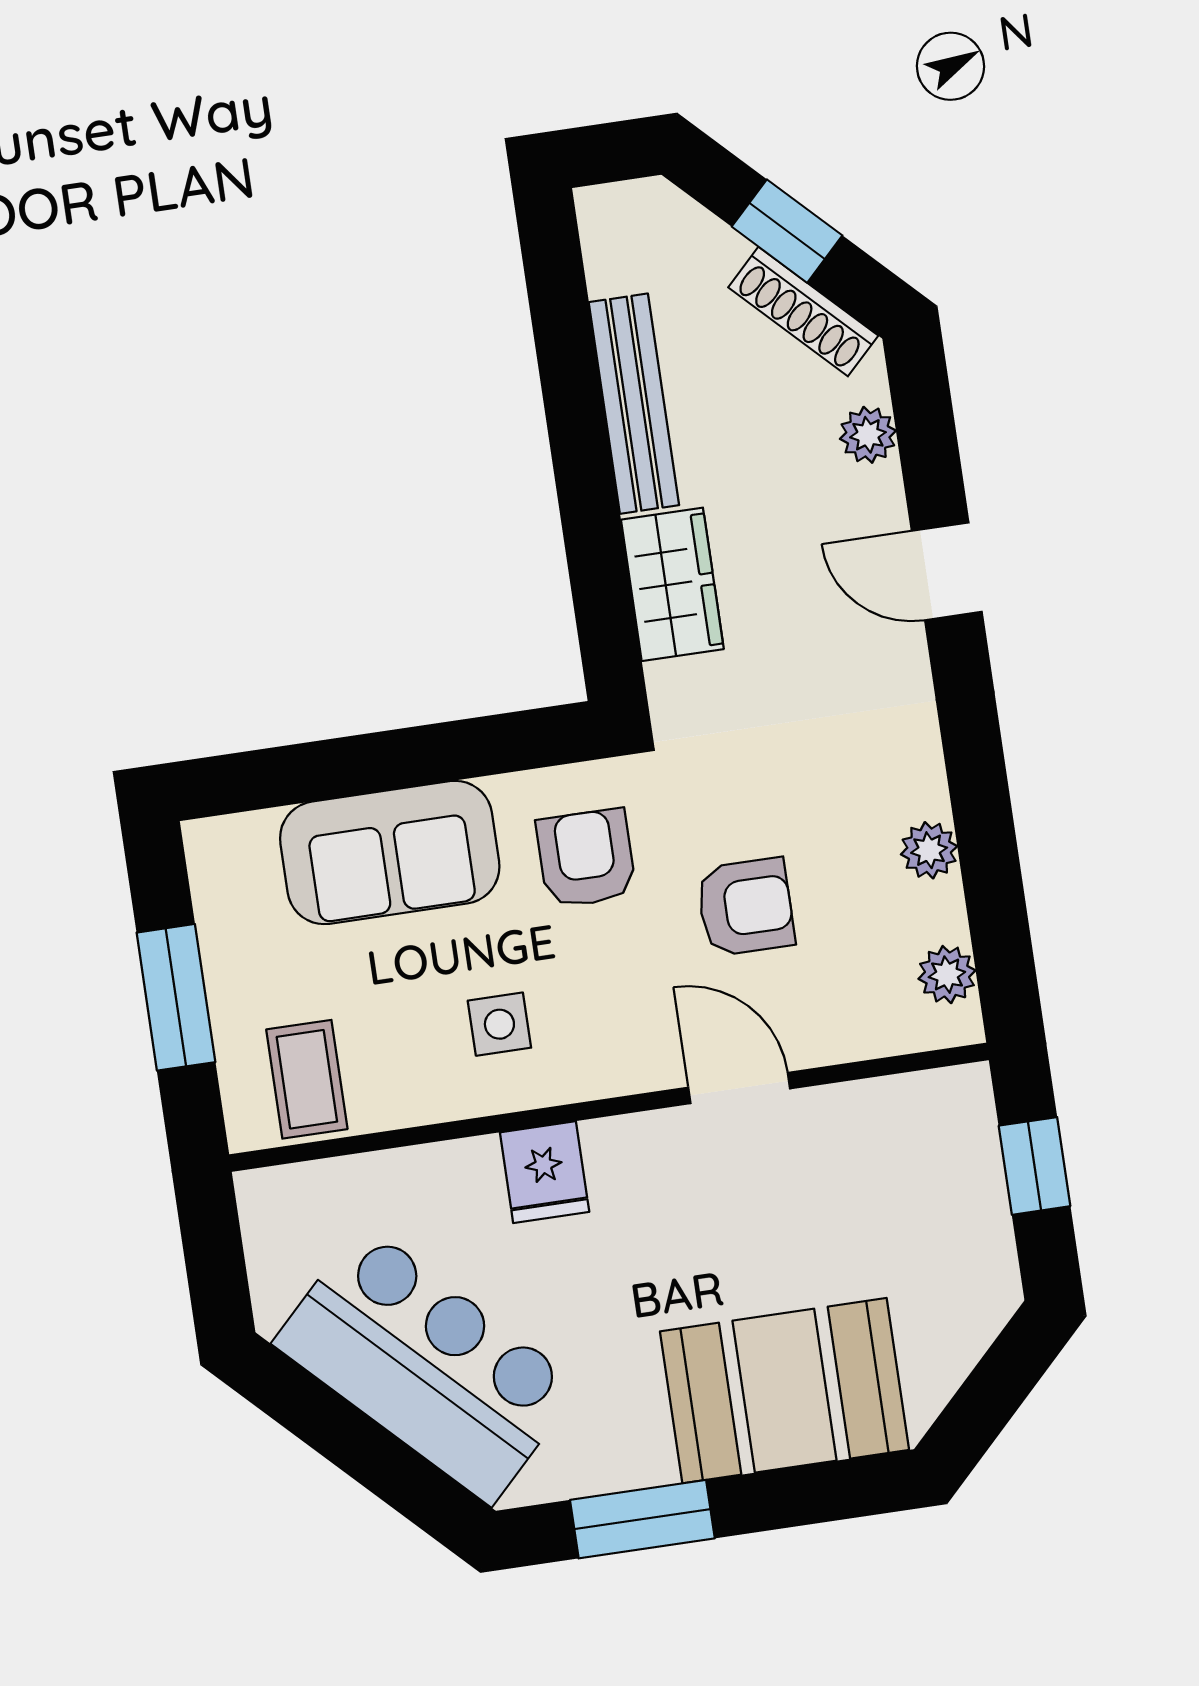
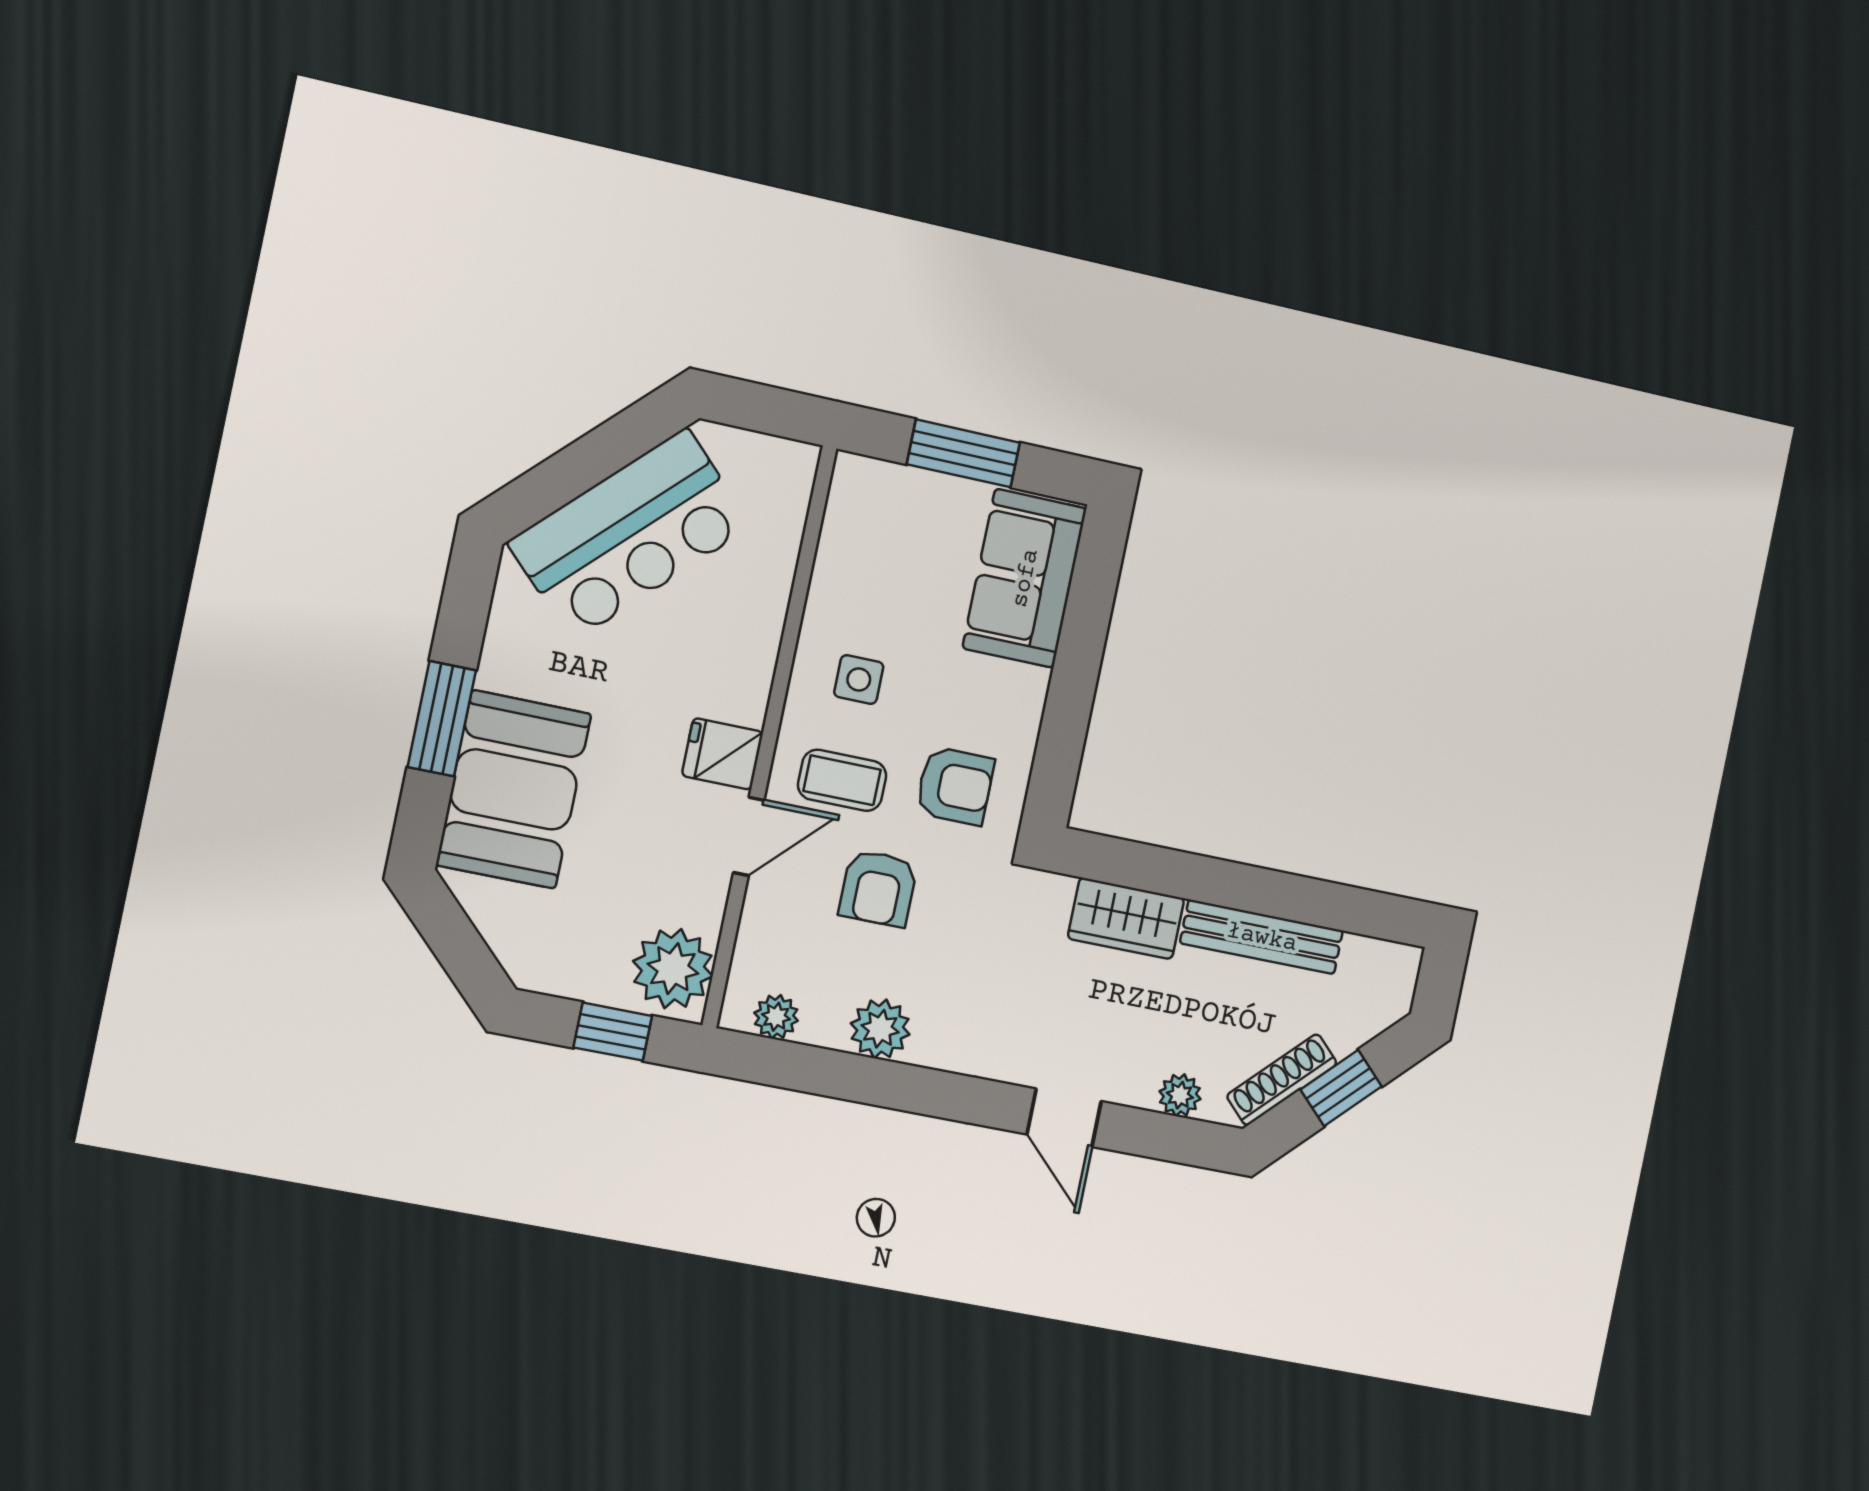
door: (947, 571) -> (1064, 1118), swing flipped
plant: (929, 850) -> (880, 1029), width x1.38, depth x1.38
sofa: (390, 853) -> (1025, 578), moved
coffee table: (307, 1079) -> (842, 780), moved
plant: (933, 1121) -> (673, 969), added
fridge: (545, 1172) -> (723, 754), moved
window: (642, 1519) -> (442, 719), moved

